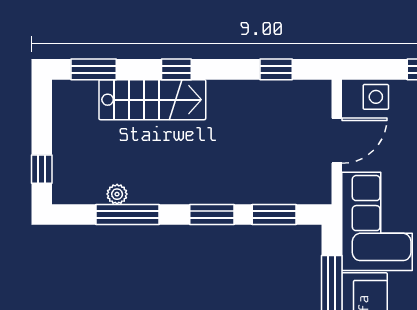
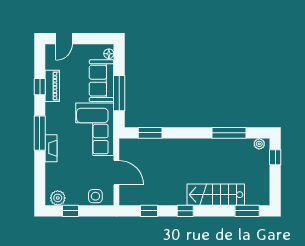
window: (176, 69) -> (185, 211), moved
door: (337, 141) -> (116, 173), swing flipped
plant: (117, 194) -> (259, 144), moved
window: (212, 214) -> (184, 133), removed

